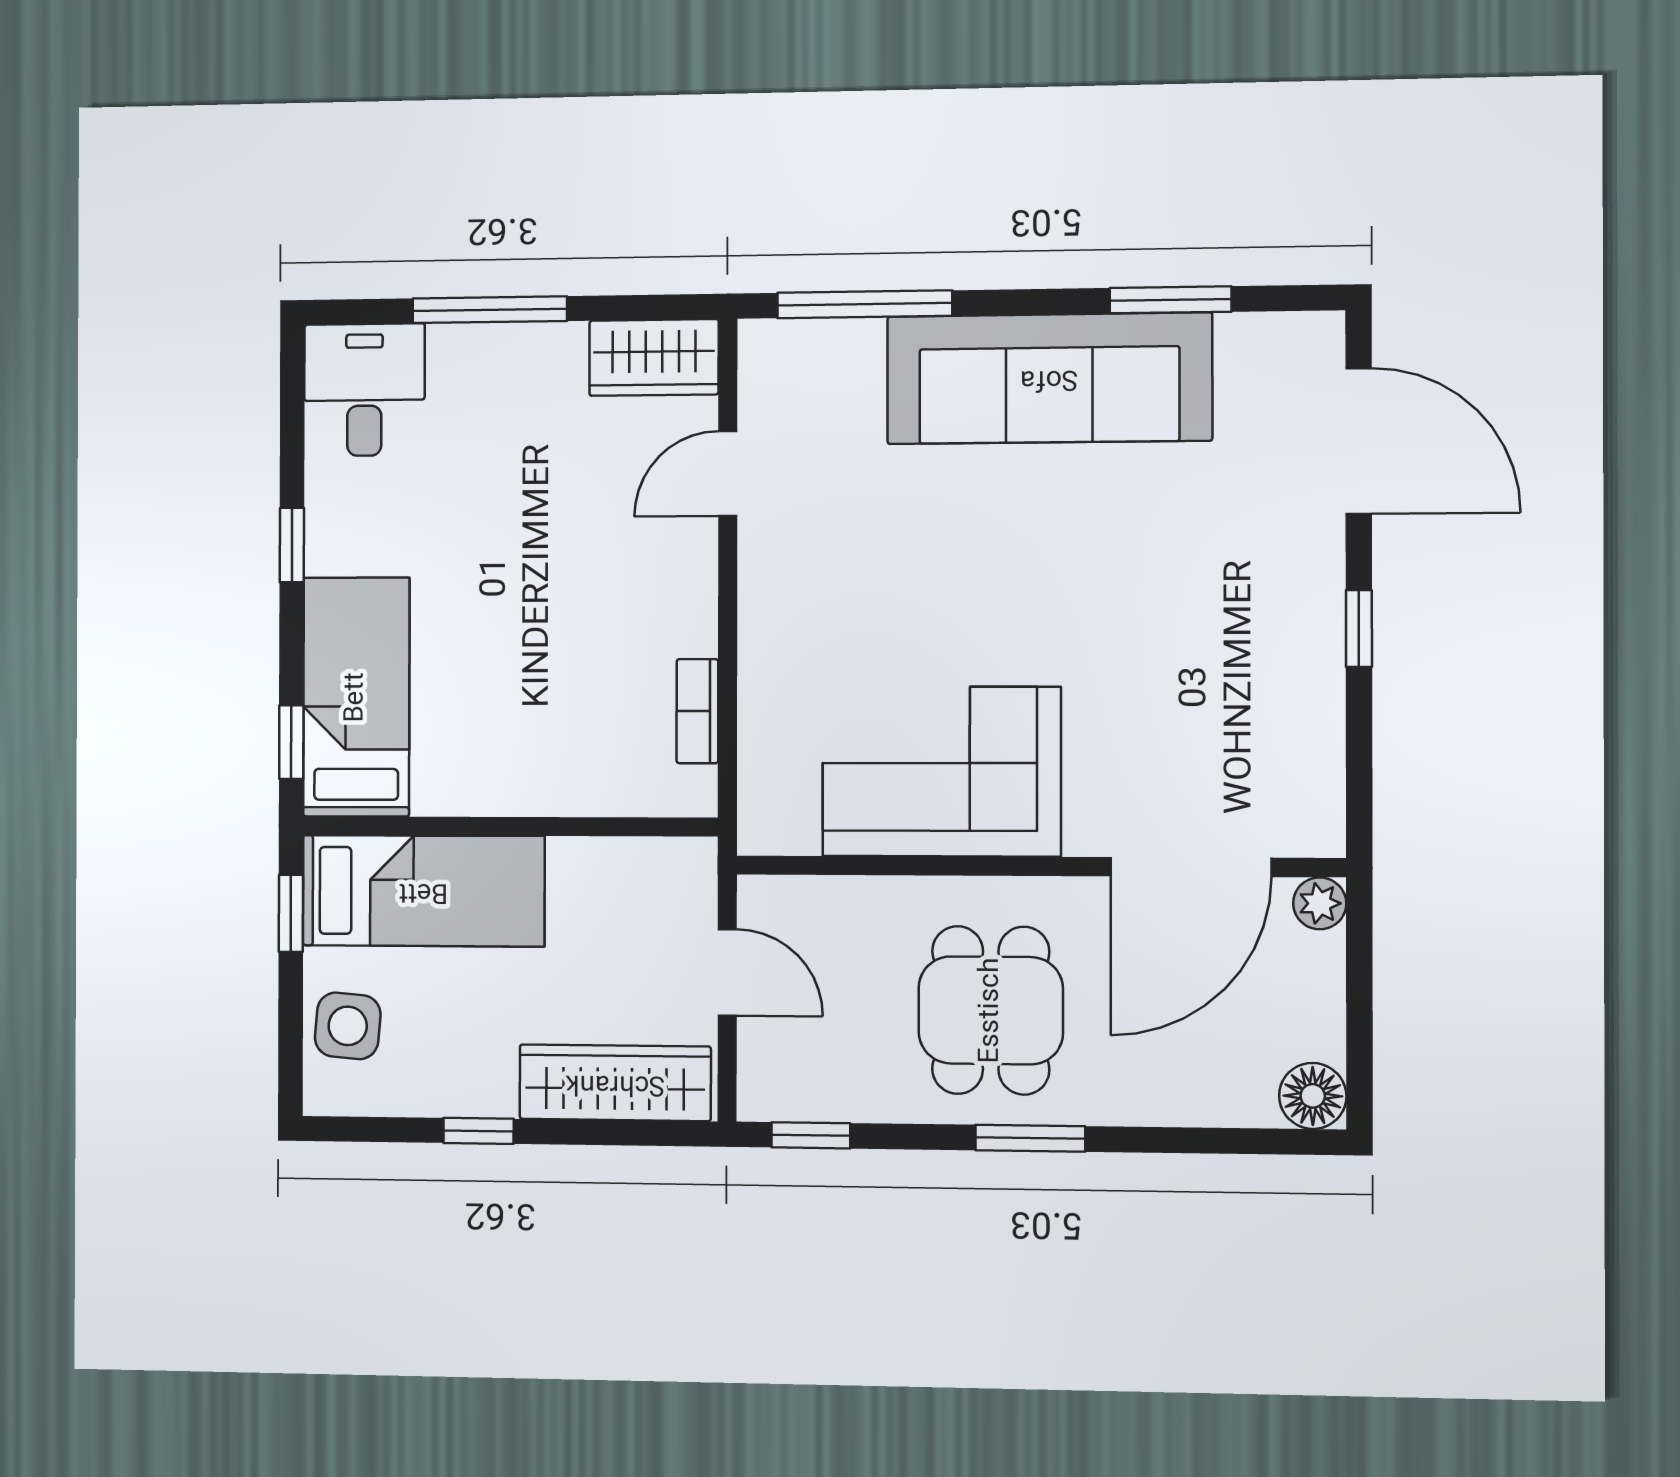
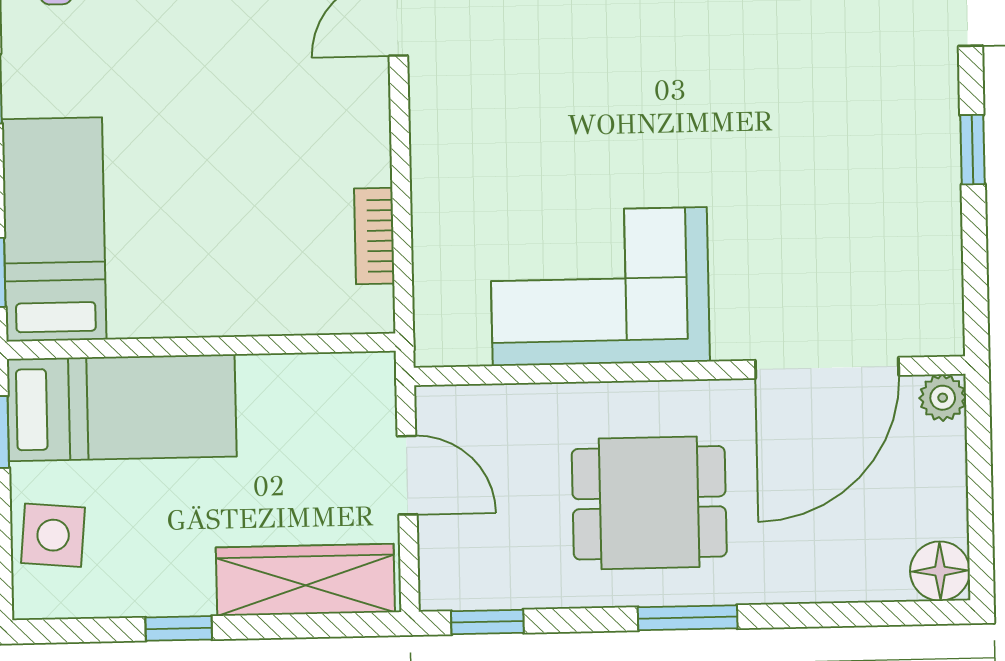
dining table: (991, 1010) -> (649, 503), turned 90

